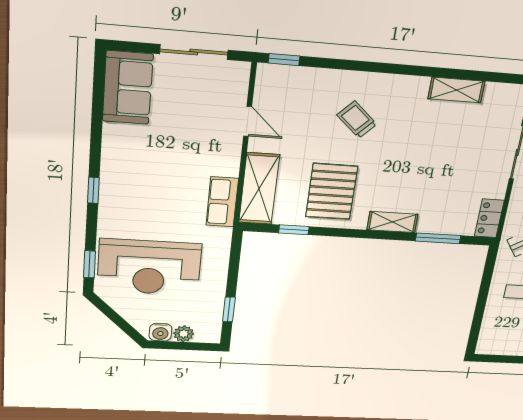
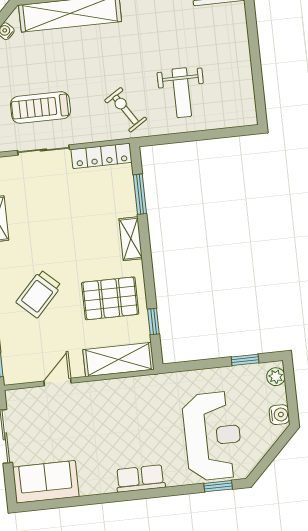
trolley: (357, 120) -> (39, 294), width x1.36, depth x1.39
window: (93, 190) -> (145, 494), removed
row of seats: (222, 202) -> (140, 478), moved, turned 180
locker: (489, 218) -> (101, 156), width x1.53
plant: (184, 334) -> (276, 377), moved

